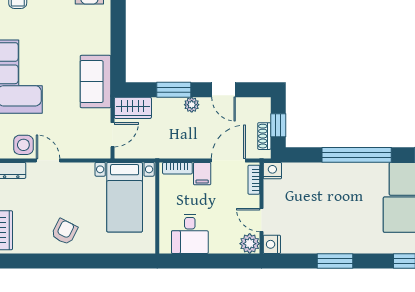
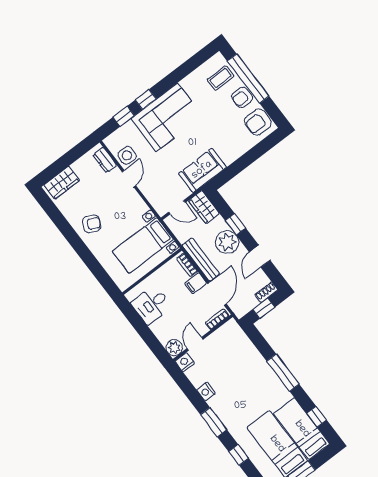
window: (174, 90) -> (235, 224), width x0.67
plant: (192, 105) -> (227, 242), width x1.87, depth x1.87
shoe rack: (264, 136) -> (266, 292), moved
bench: (182, 151) -> (201, 260), added
window: (357, 155) -> (283, 373), width x0.68
door: (228, 160) -> (217, 294), hinge flipped
nightstand: (272, 171) -> (206, 392), moved, turned 180
window: (335, 261) -> (214, 422), moved

